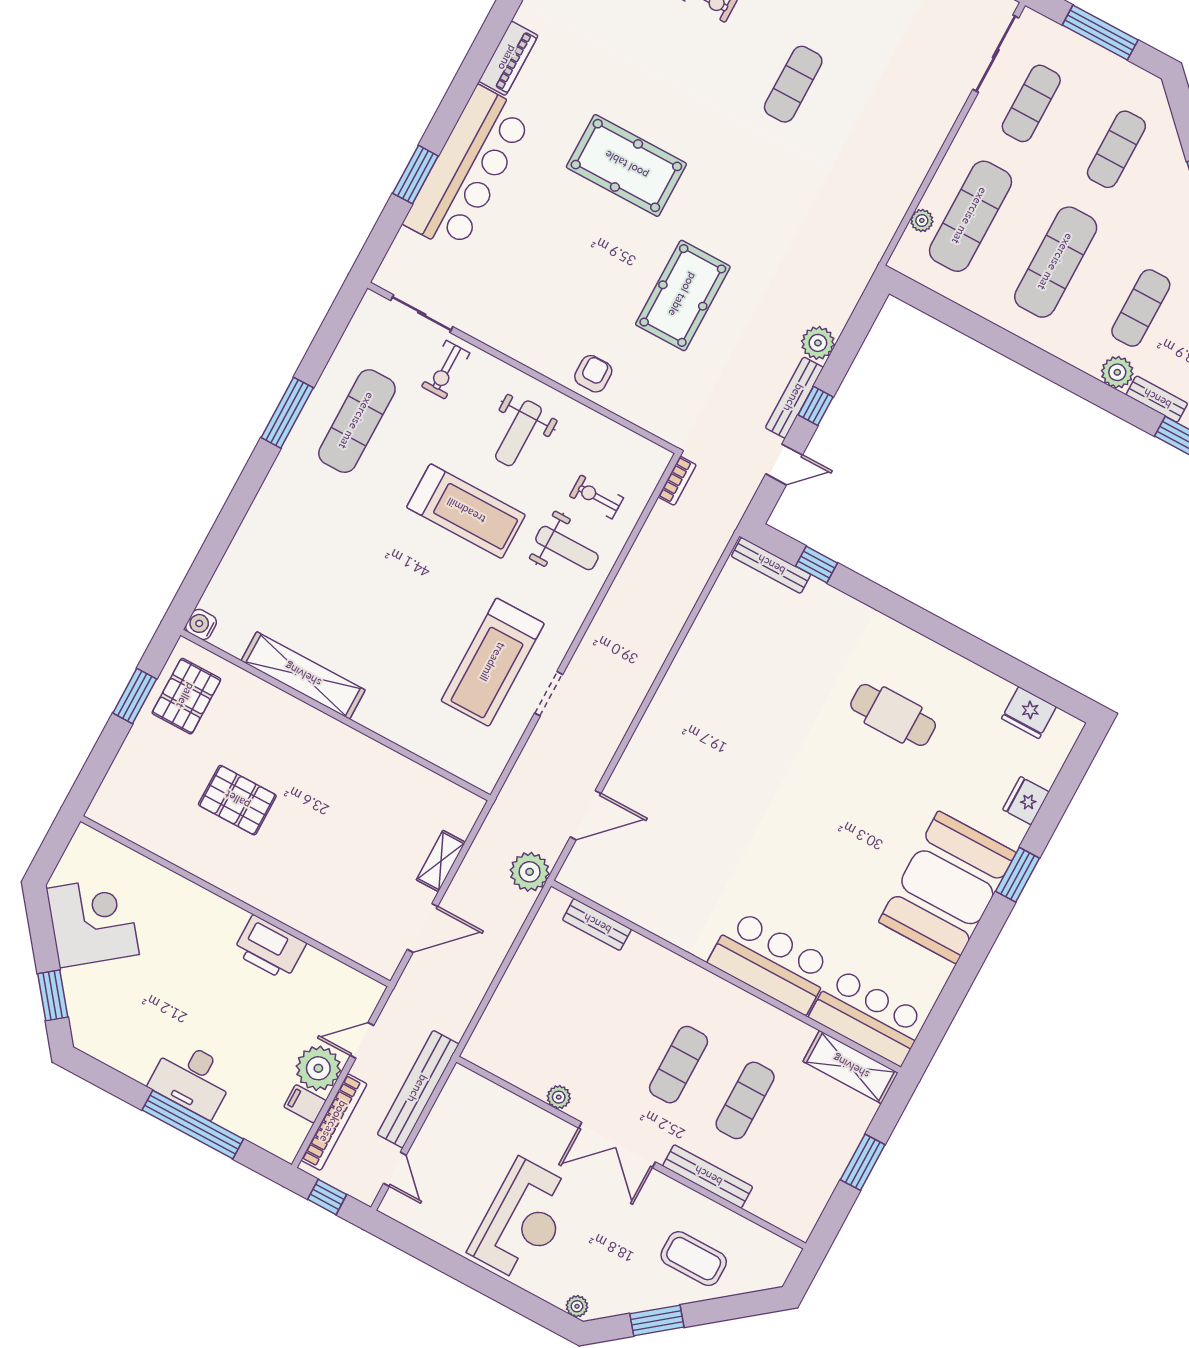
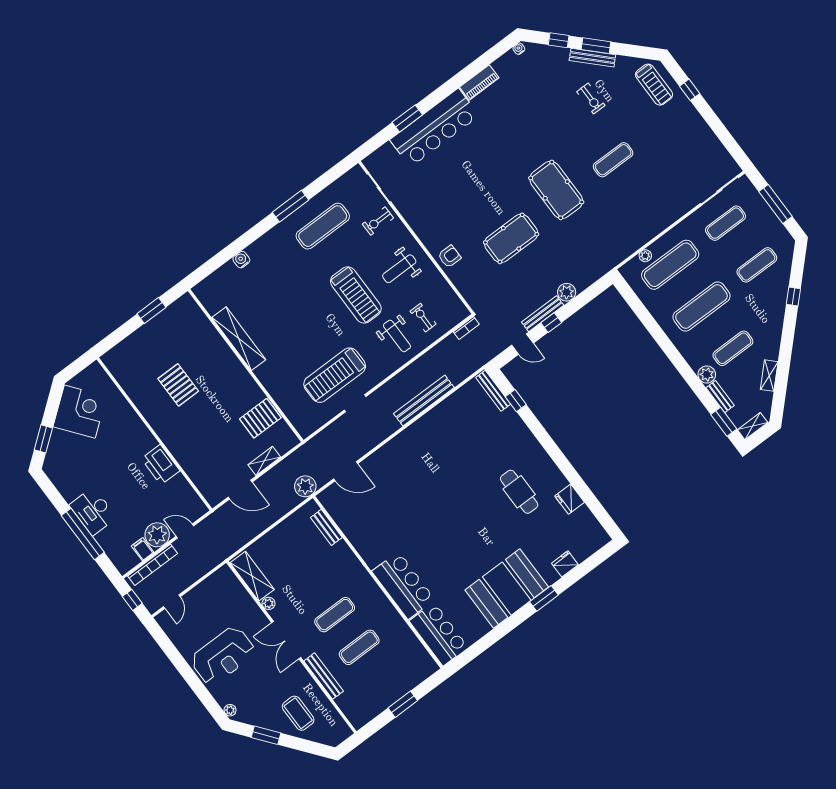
pool table: (626, 165) -> (556, 190), moved
water cooler: (201, 624) -> (241, 260), moved
pallet: (186, 696) -> (260, 418), moved
fridge: (1029, 713) -> (570, 499), moved
shelving: (851, 1067) -> (252, 576), moved
bench: (418, 1089) -> (424, 401), moved

